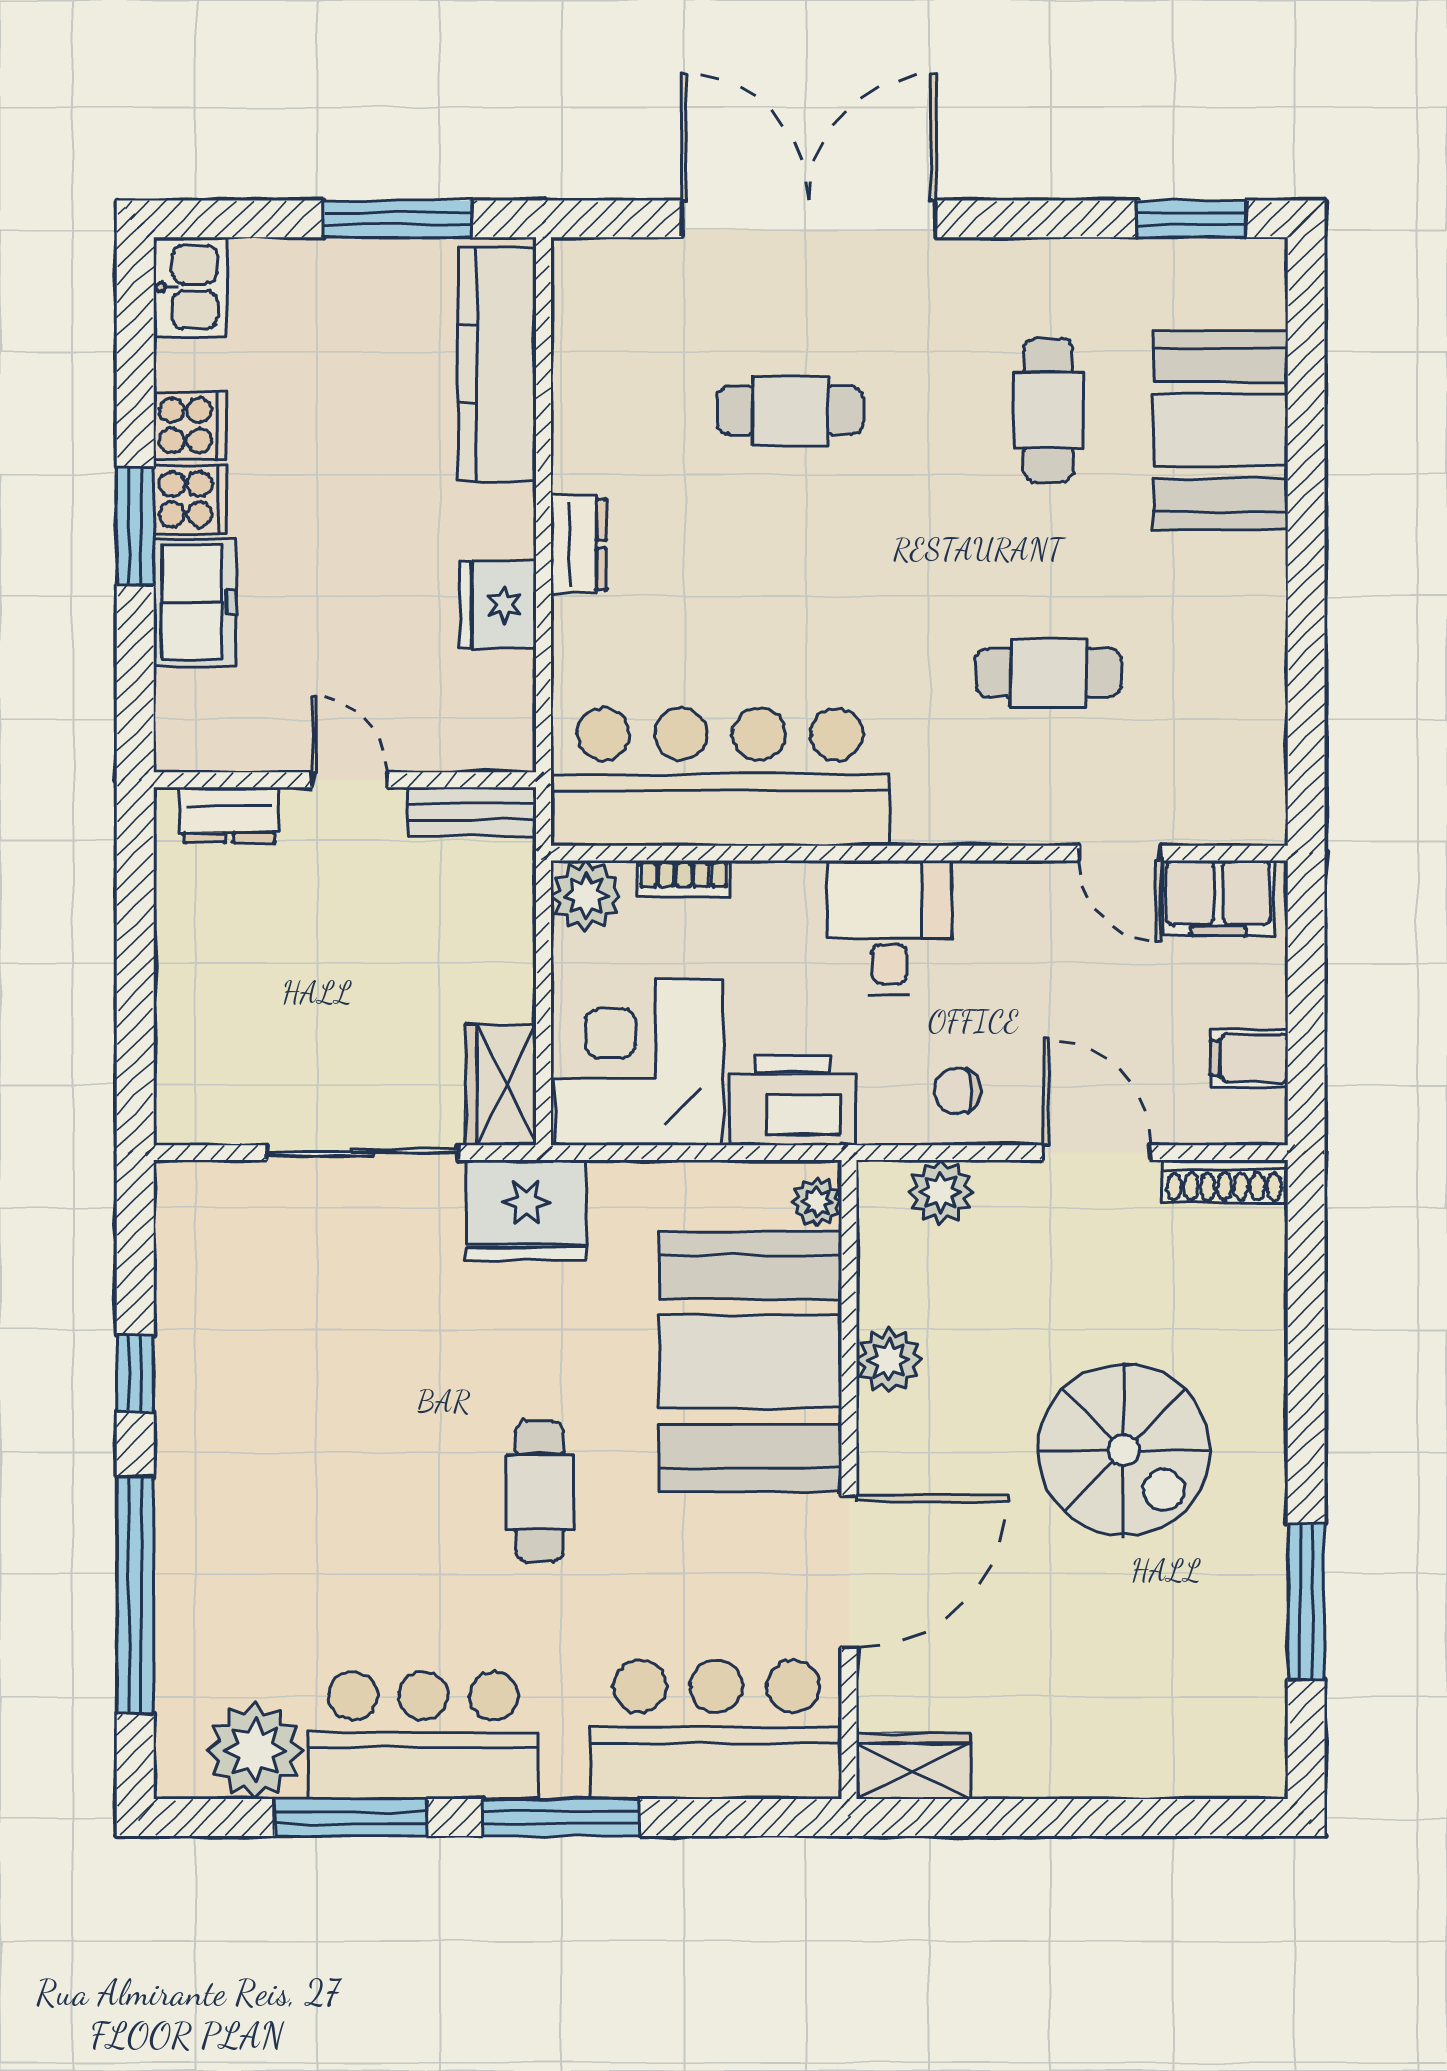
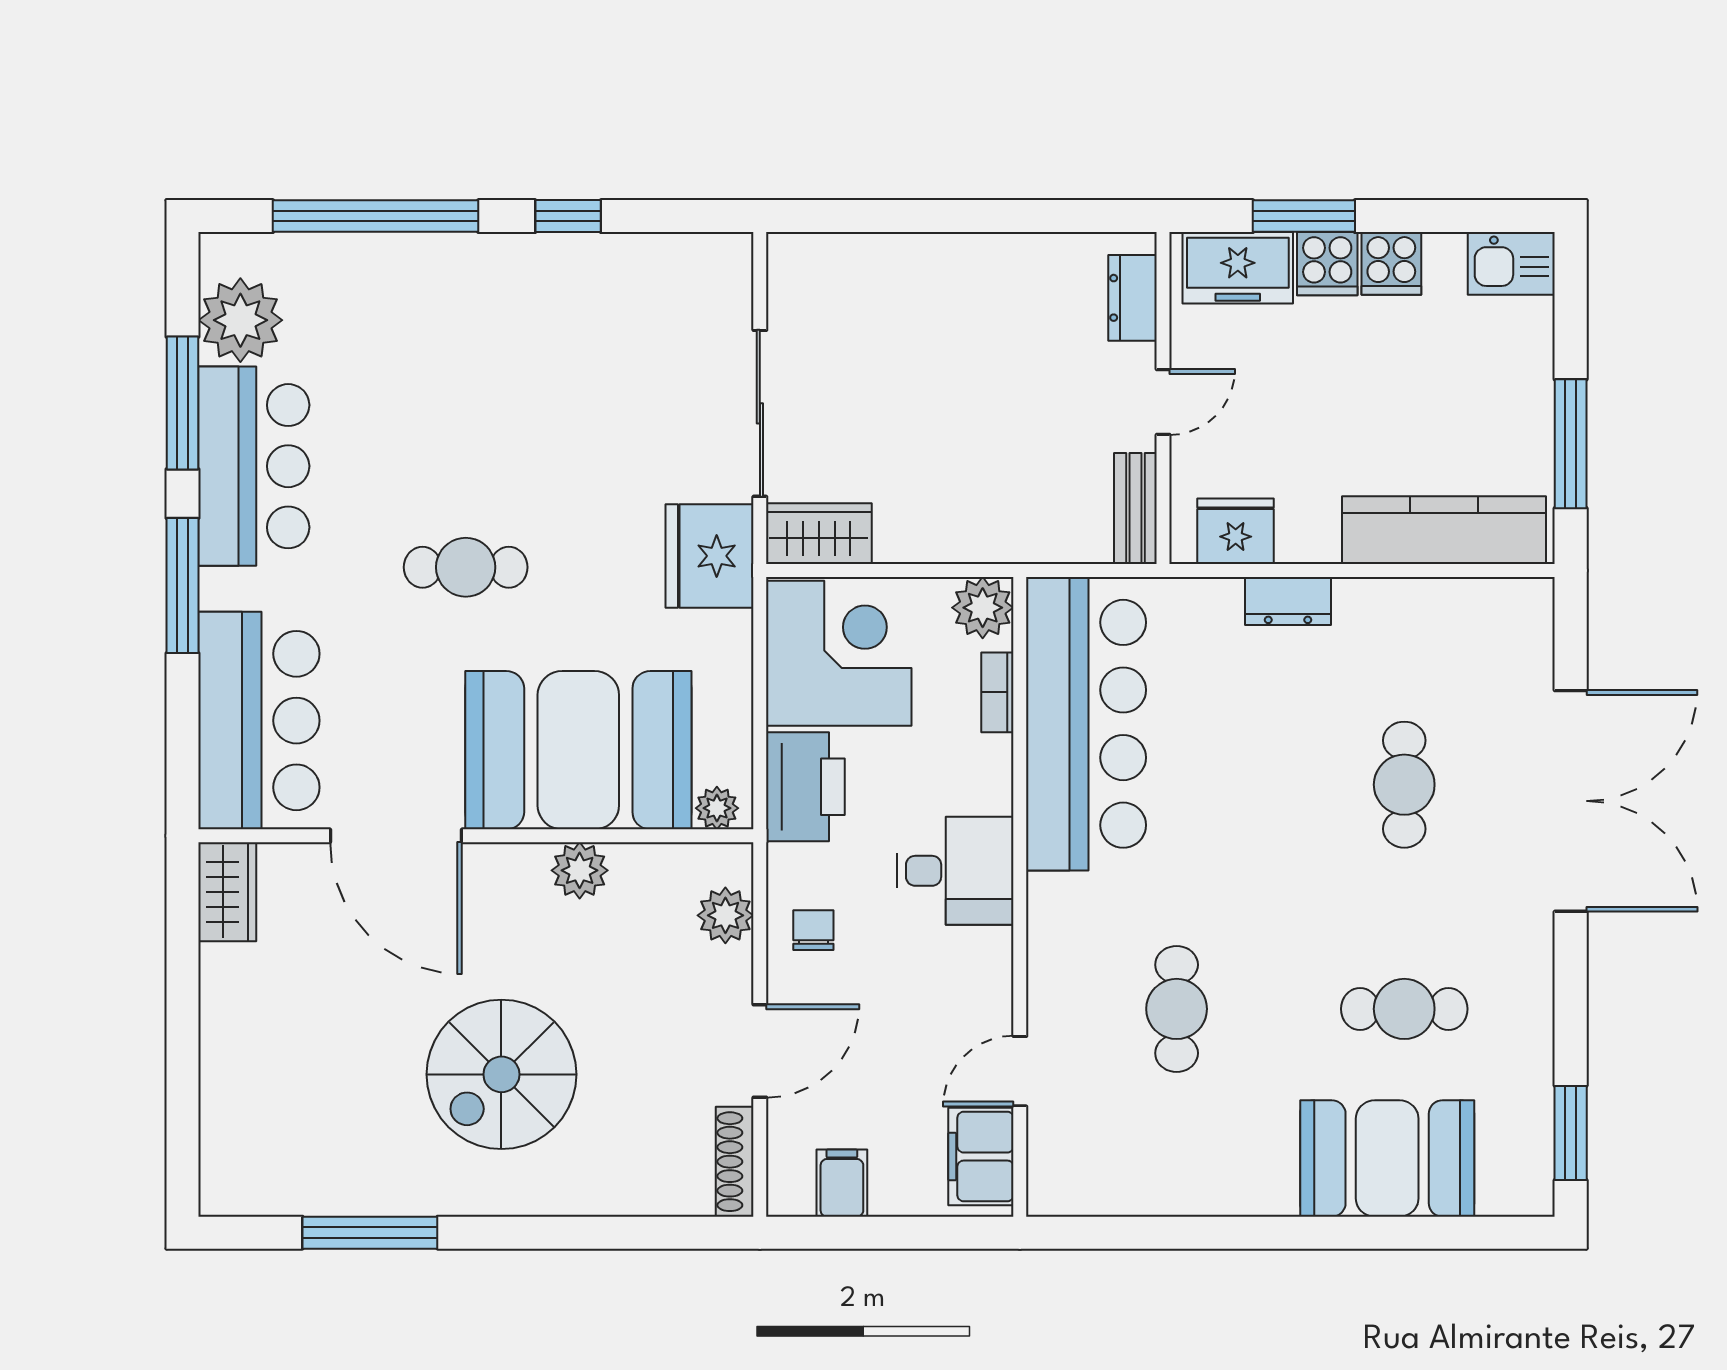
wall: (345, 780) -> (1163, 398), moved
door: (349, 780) -> (1163, 402), moved
bench: (472, 812) -> (1135, 508), moved
dresser: (229, 815) -> (1133, 298), moved

